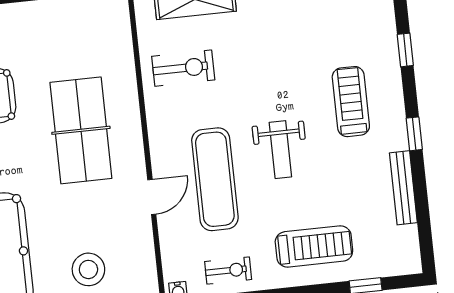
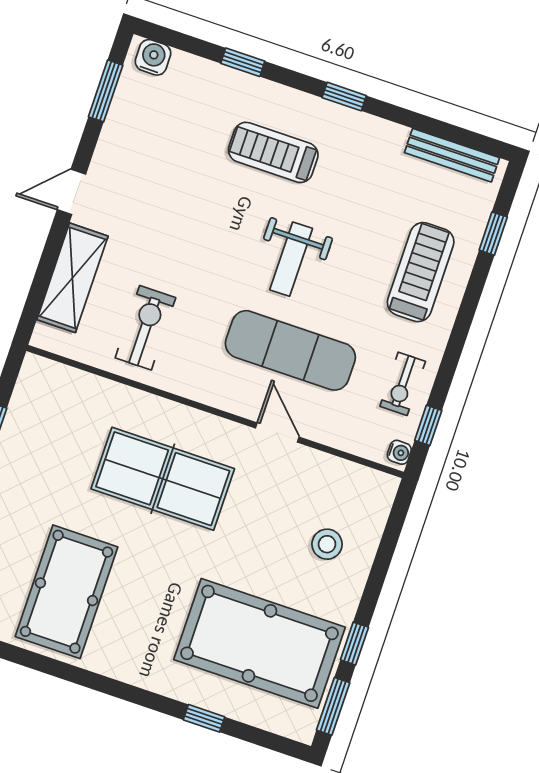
weight bench: (280, 150) -> (291, 259), turned 90
bench: (403, 188) -> (452, 155), moved
stool: (88, 269) -> (327, 544), width x0.73, depth x0.73
exercise bike: (228, 271) -> (403, 384), turned 180

